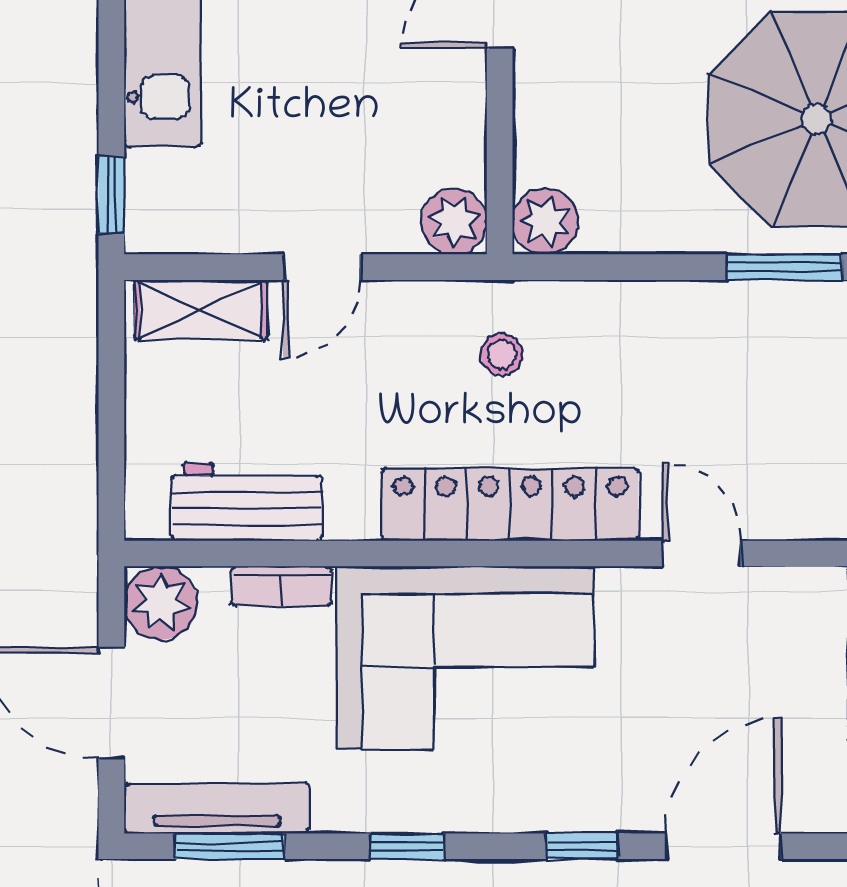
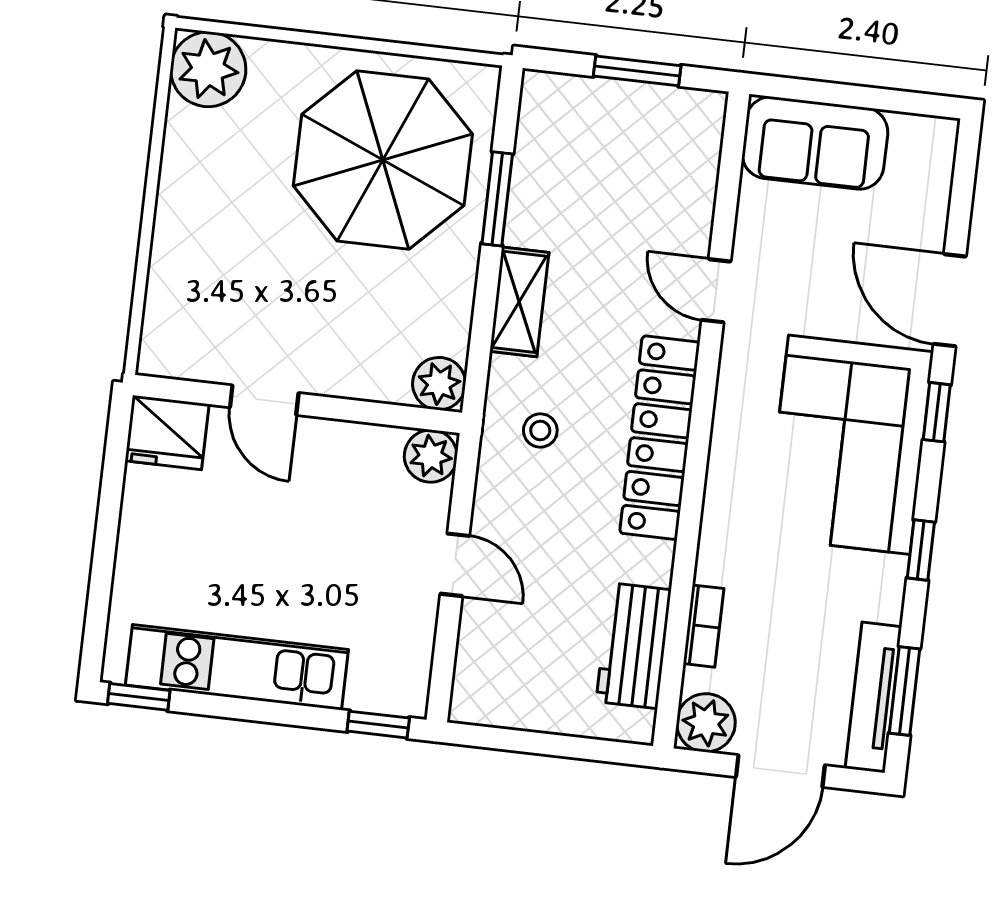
shelving: (201, 310) -> (519, 302), moved
door: (701, 554) -> (716, 291), hinge flipped
corner sofa: (465, 658) -> (849, 445), moved, turned 180

